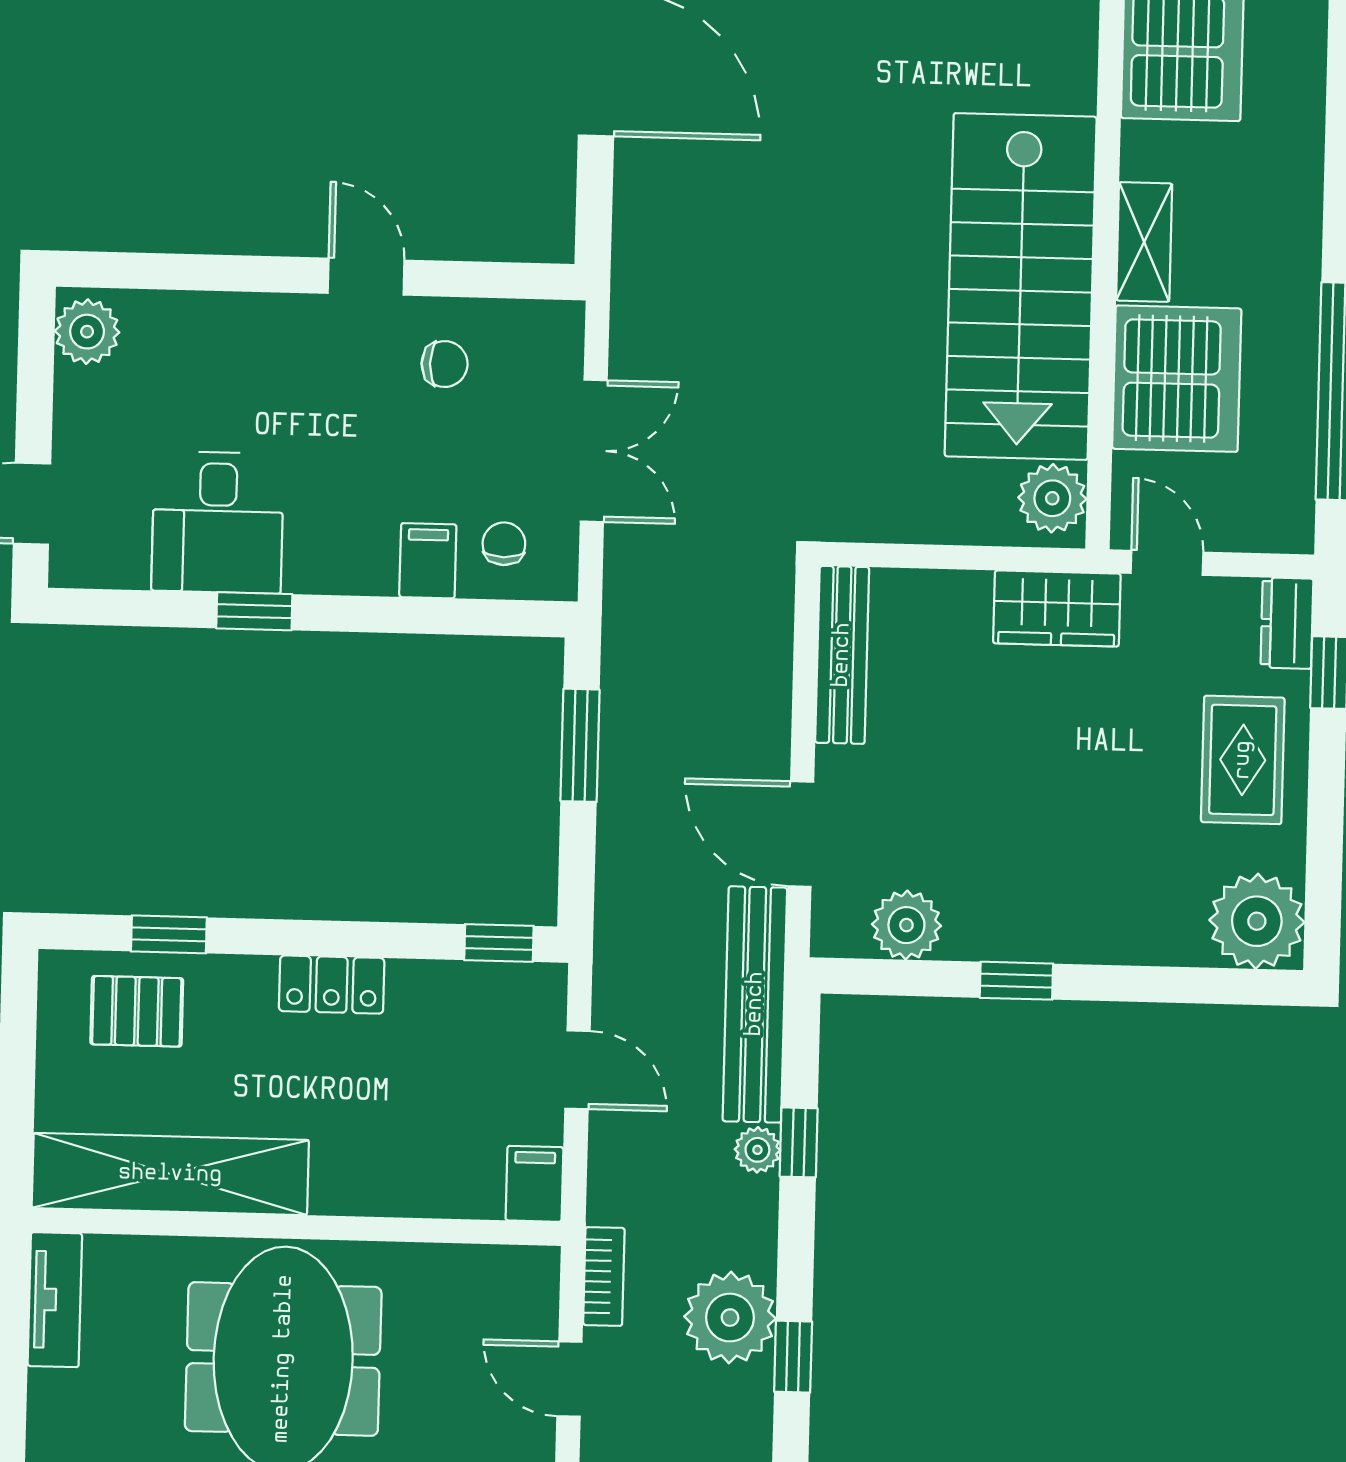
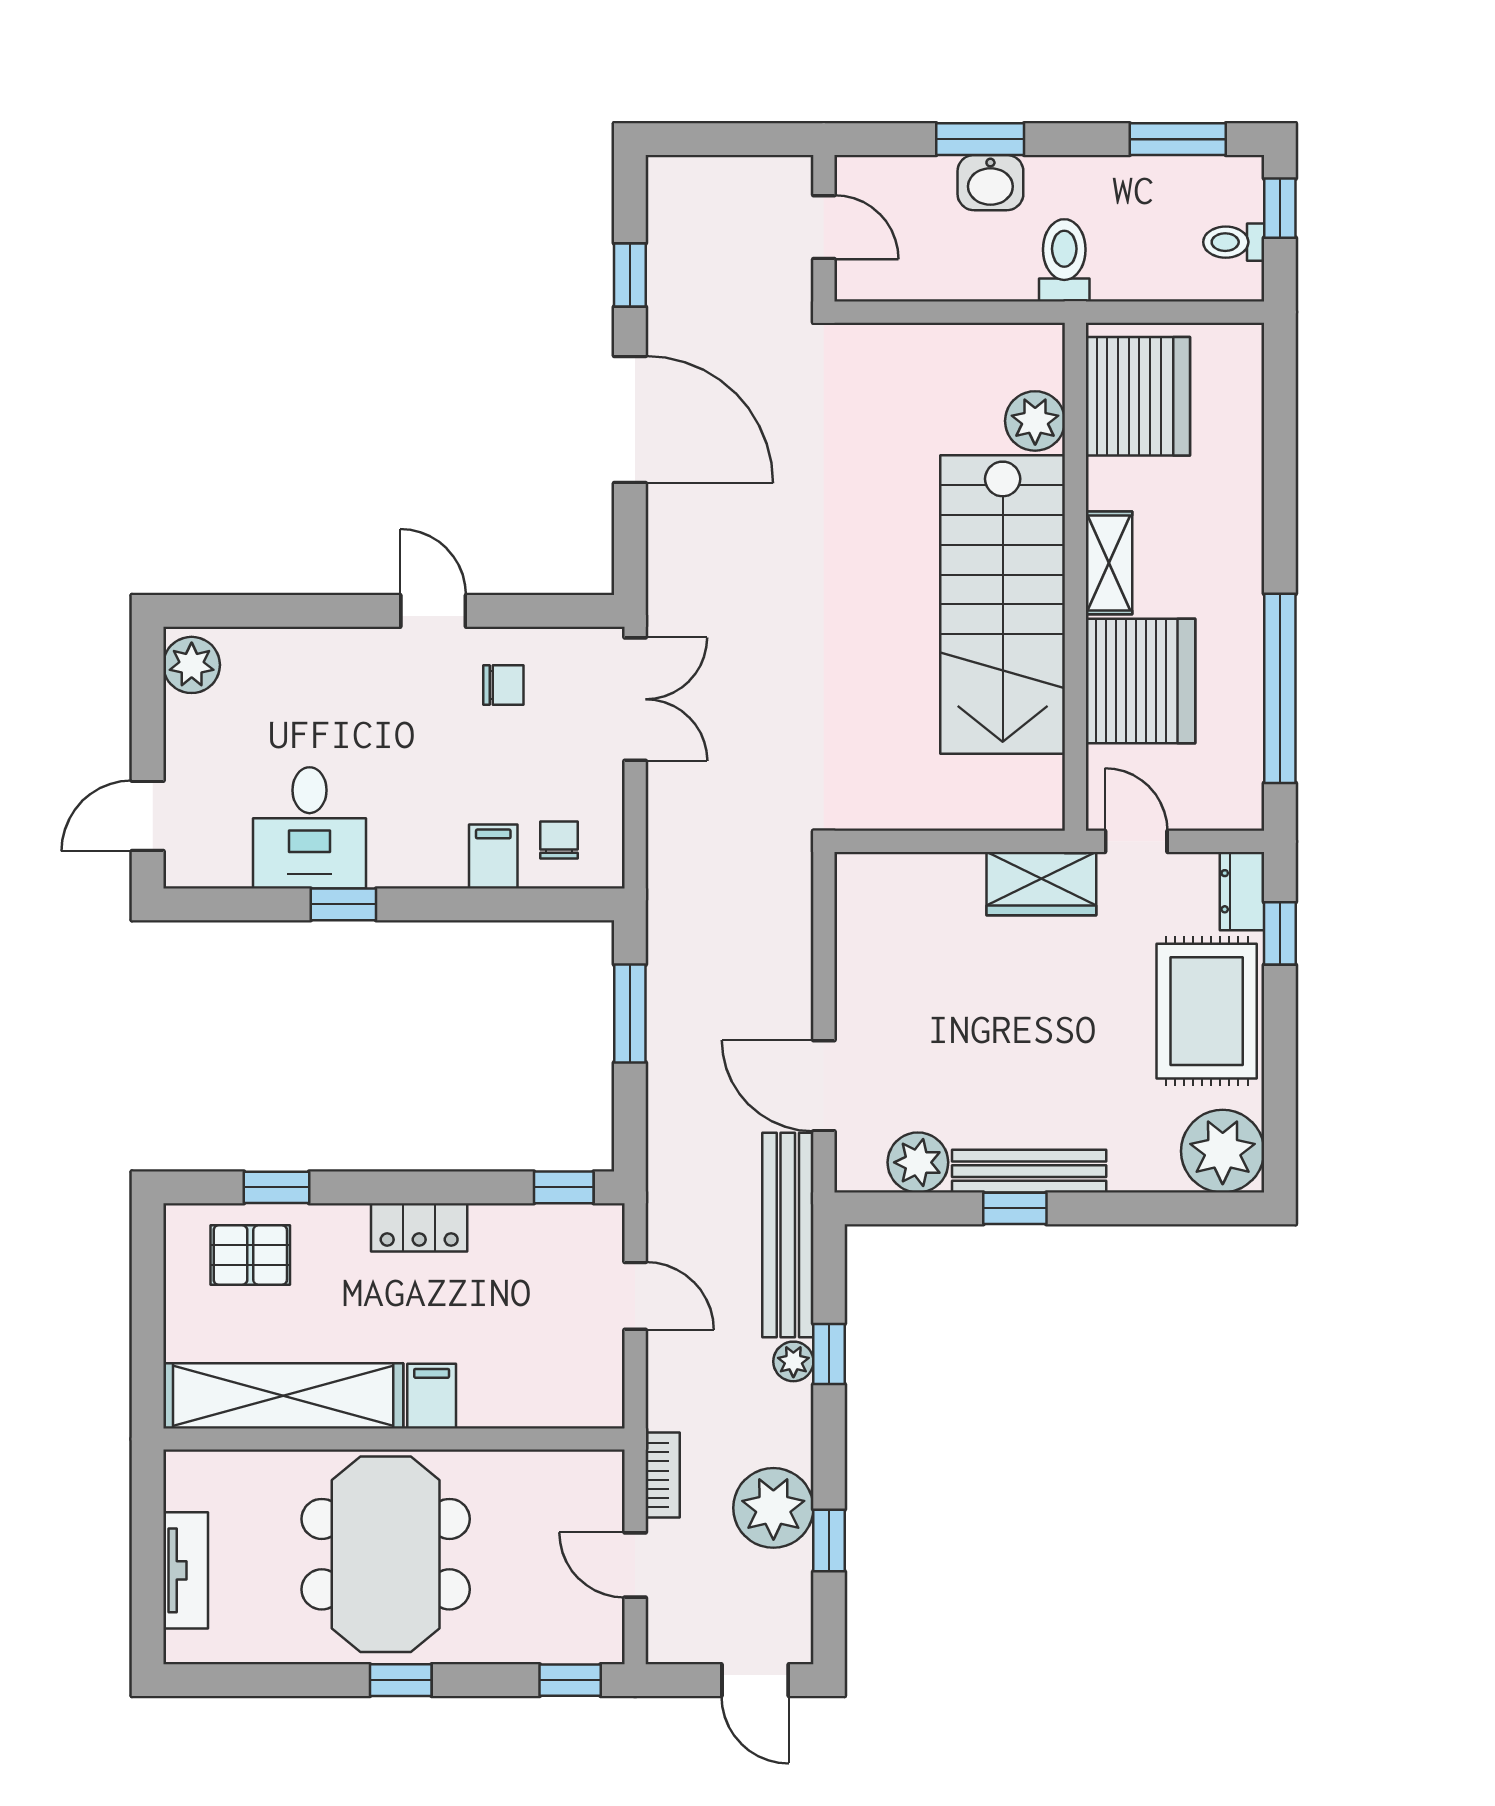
double door: (594, 451) -> (635, 699), moved
plant: (1052, 498) -> (1035, 421), moved
bench: (842, 655) -> (1029, 1171), moved, turned 90
rug: (1243, 760) -> (1207, 1011), width x1.36, depth x1.43
filing cabinet: (535, 1184) -> (432, 1396), moved
tv unit: (55, 1300) -> (186, 1570), moved

